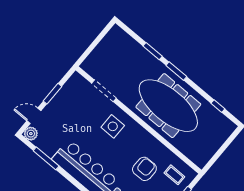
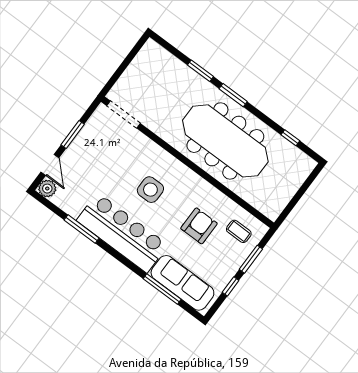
doorway: (104, 91) -> (123, 115), moved
door: (34, 116) -> (50, 165), swing flipped
side table: (113, 126) -> (150, 190), moved
window: (46, 158) -> (82, 229), moved

